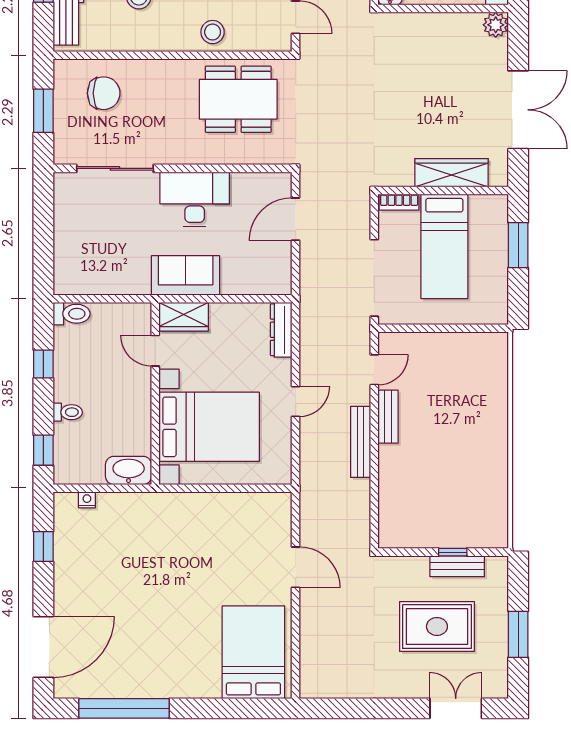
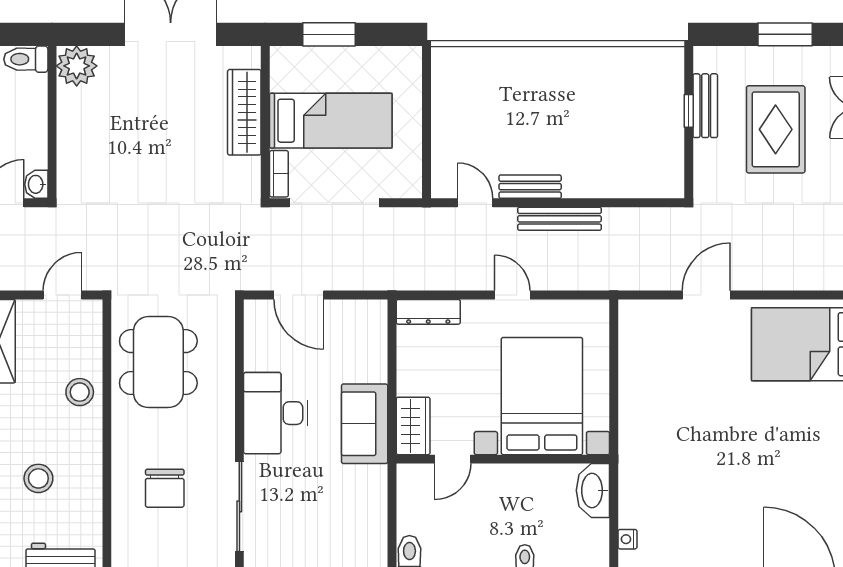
plant: (496, 25) -> (77, 66), width x1.36, depth x1.36
chair: (104, 93) -> (165, 488), moved, turned 180
doorway: (374, 278) -> (334, 203), moved

